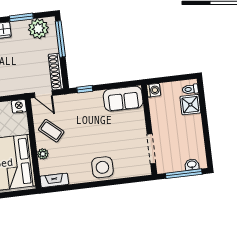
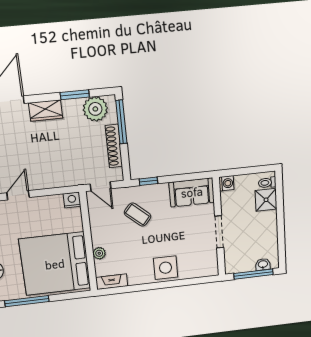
shoe rack: (56, 72) -> (114, 146), moved
coffee table: (51, 131) -> (138, 215), moved
doorway: (151, 149) -> (219, 232), moved

